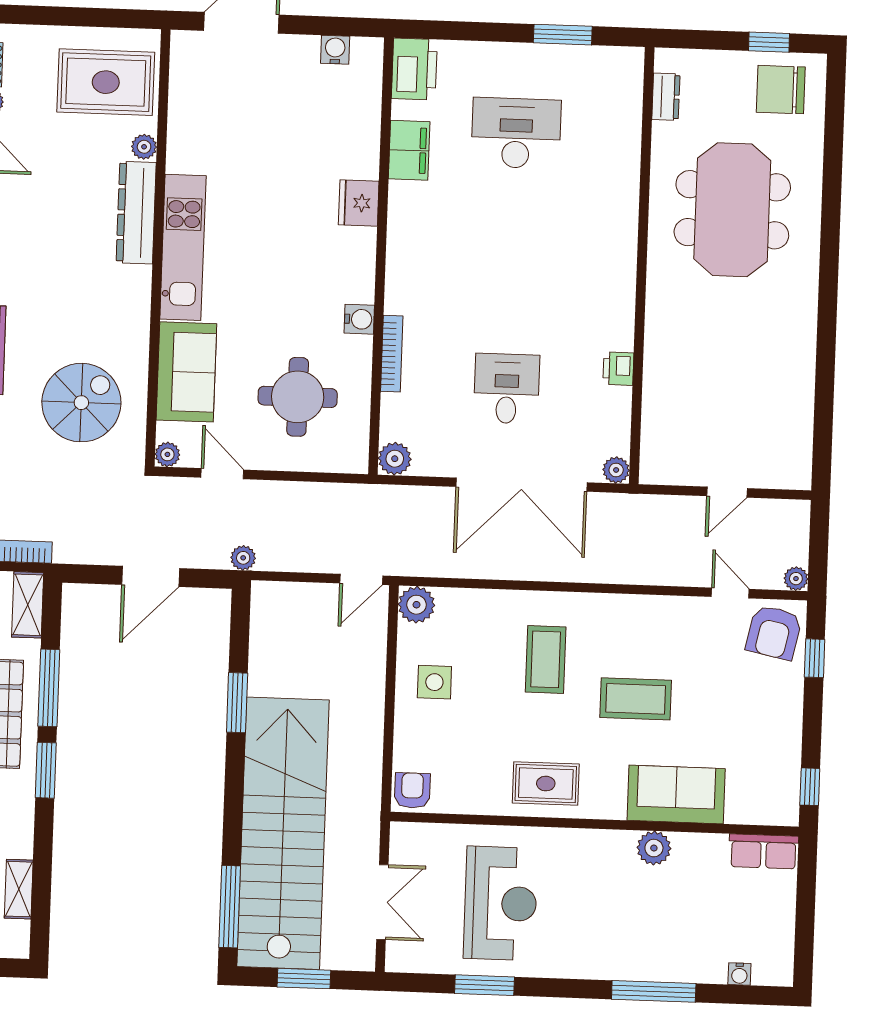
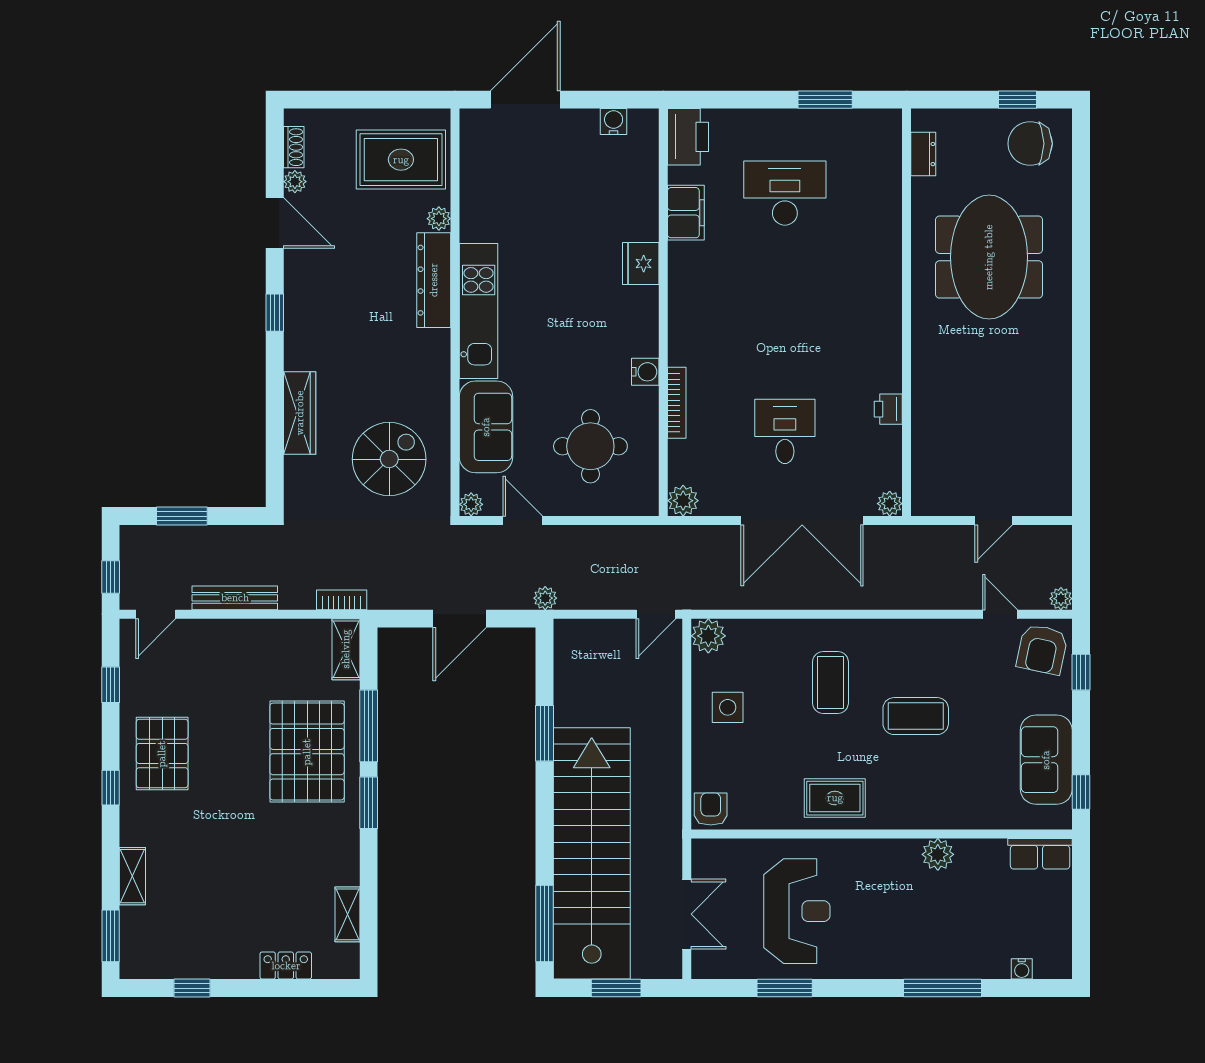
sofa: (676, 794) -> (1046, 760), moved, turned -90

